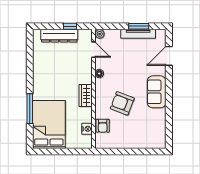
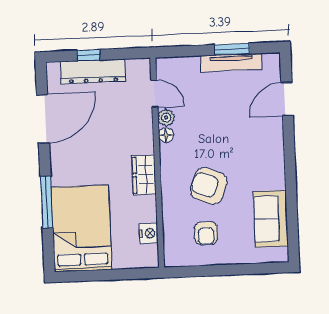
window: (70, 26) -> (88, 55), moved
plant: (100, 34) -> (166, 118), moved
door: (30, 61) -> (43, 119), added
sofa: (157, 92) -> (271, 219), moved
armchair: (103, 126) -> (206, 233), moved

